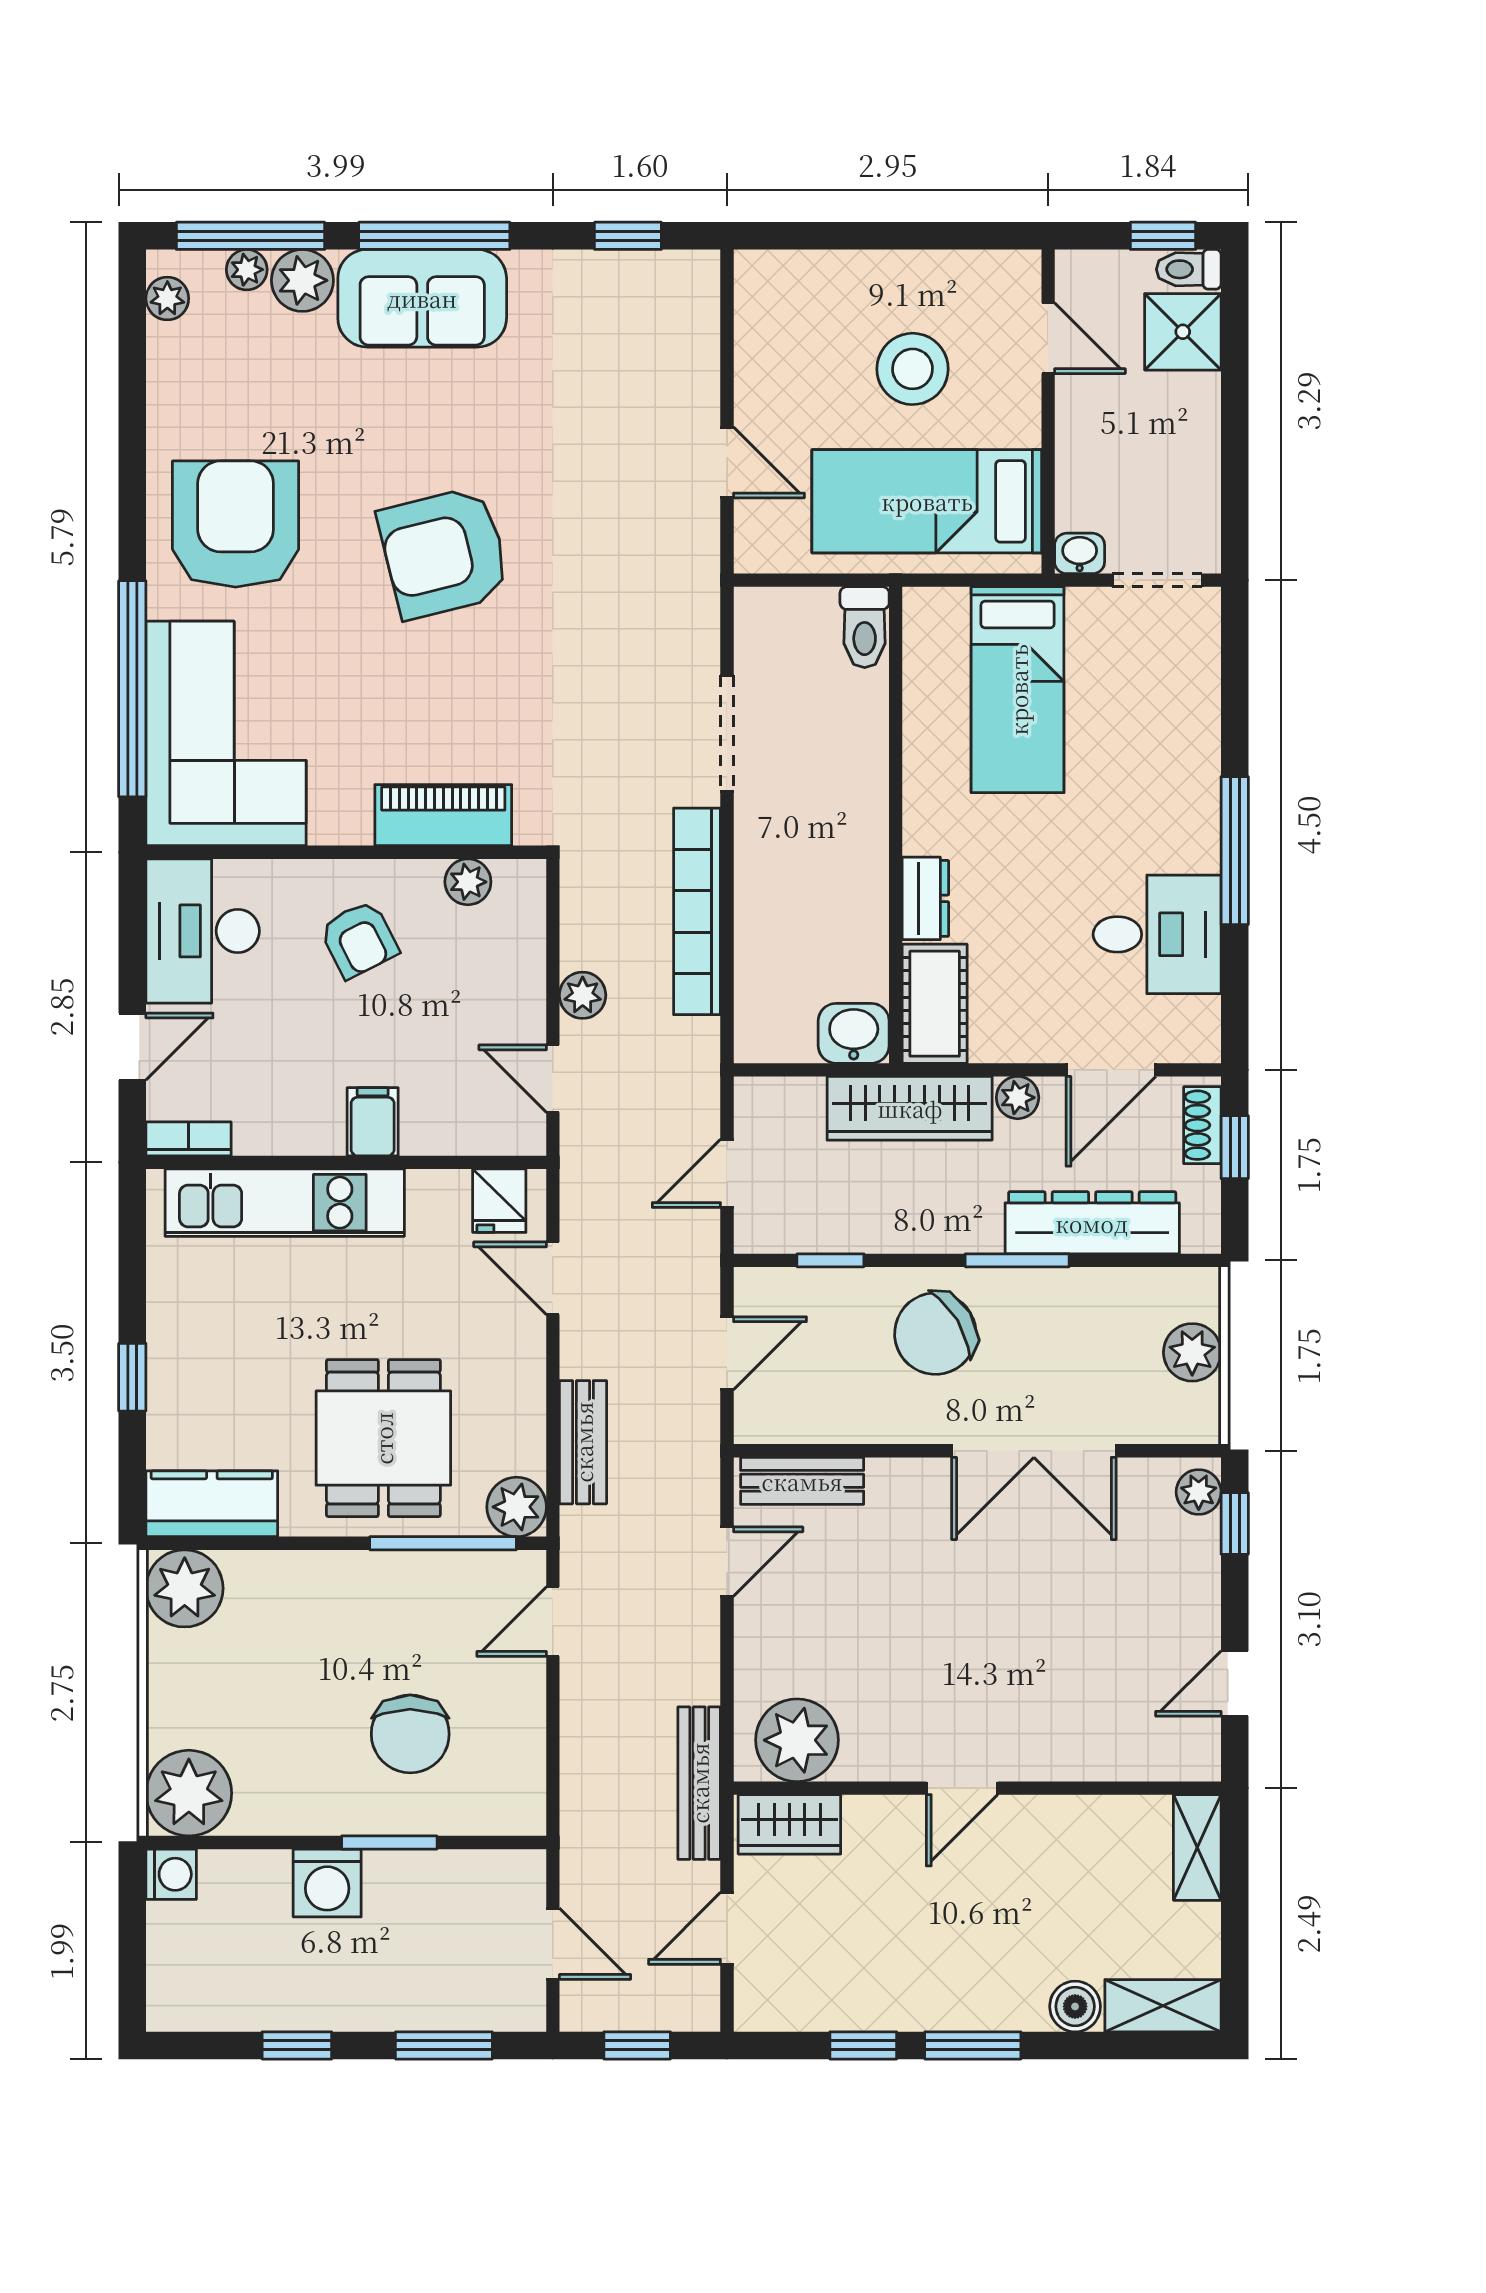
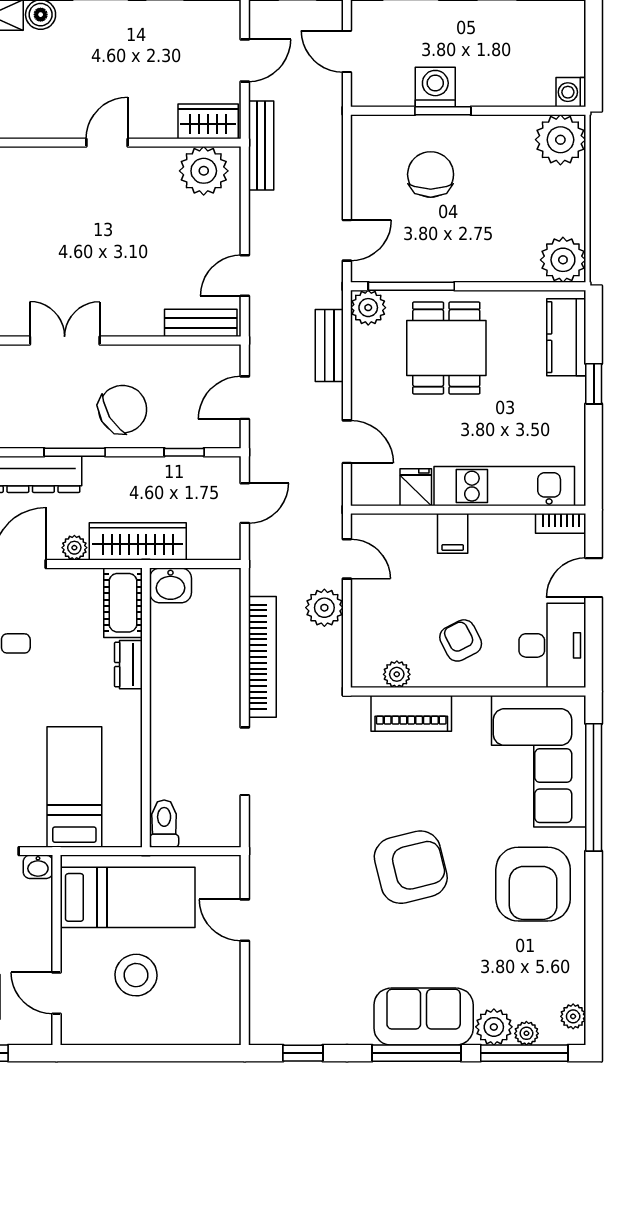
plant: (583, 995) -> (324, 608), width x1.38, depth x1.38
fridge: (499, 1201) -> (416, 487), moved
double door: (1034, 1451) -> (65, 341), width x0.73
kitchen counter: (212, 1504) -> (566, 337), moved, turned 90
washing machine: (327, 1883) -> (435, 87), moved

